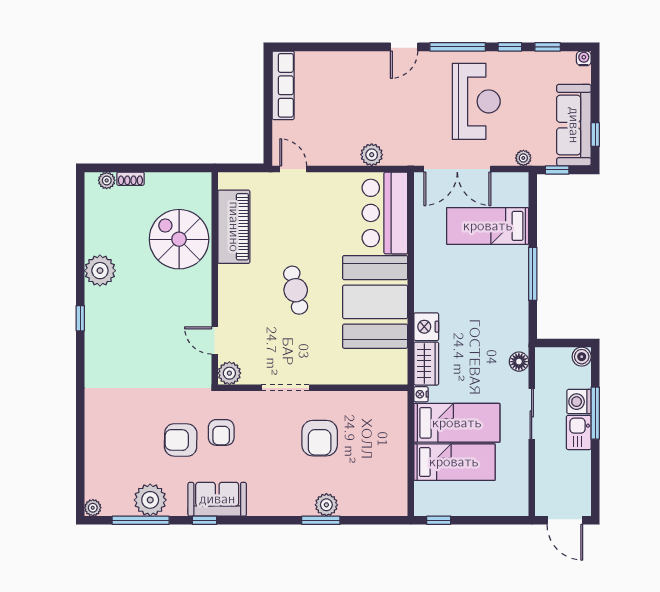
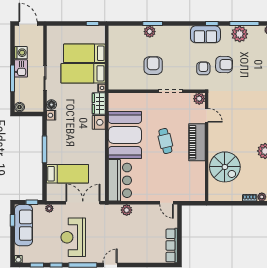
piano: (234, 227) -> (197, 142), moved
nightstand: (520, 341) -> (51, 115), added
washing machine: (579, 402) -> (21, 53), moved

